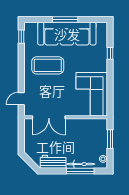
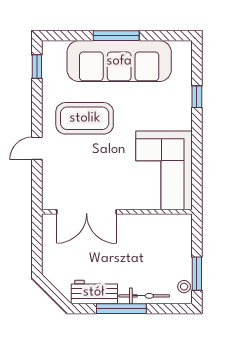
door: (21, 99) -> (37, 148), moved
window: (110, 139) -> (197, 274), moved
window: (80, 171) -> (121, 309), moved

